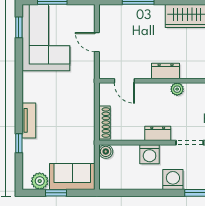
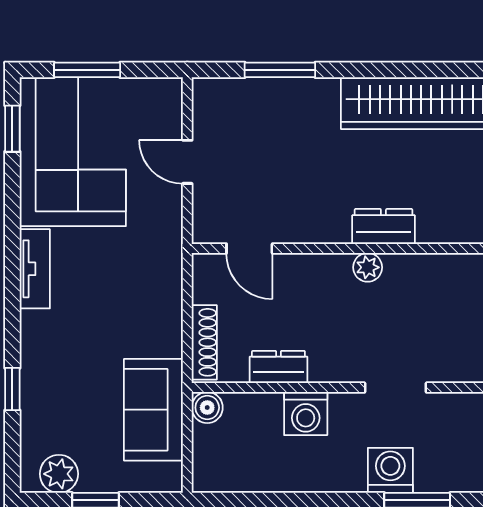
dresser: (166, 71) -> (383, 227), moved
tv unit: (29, 120) -> (35, 269), moved
dresser: (158, 133) -> (278, 367), moved
sofa: (72, 176) -> (153, 410), moved, turned -90
washing machine: (173, 179) -> (390, 470), moved

